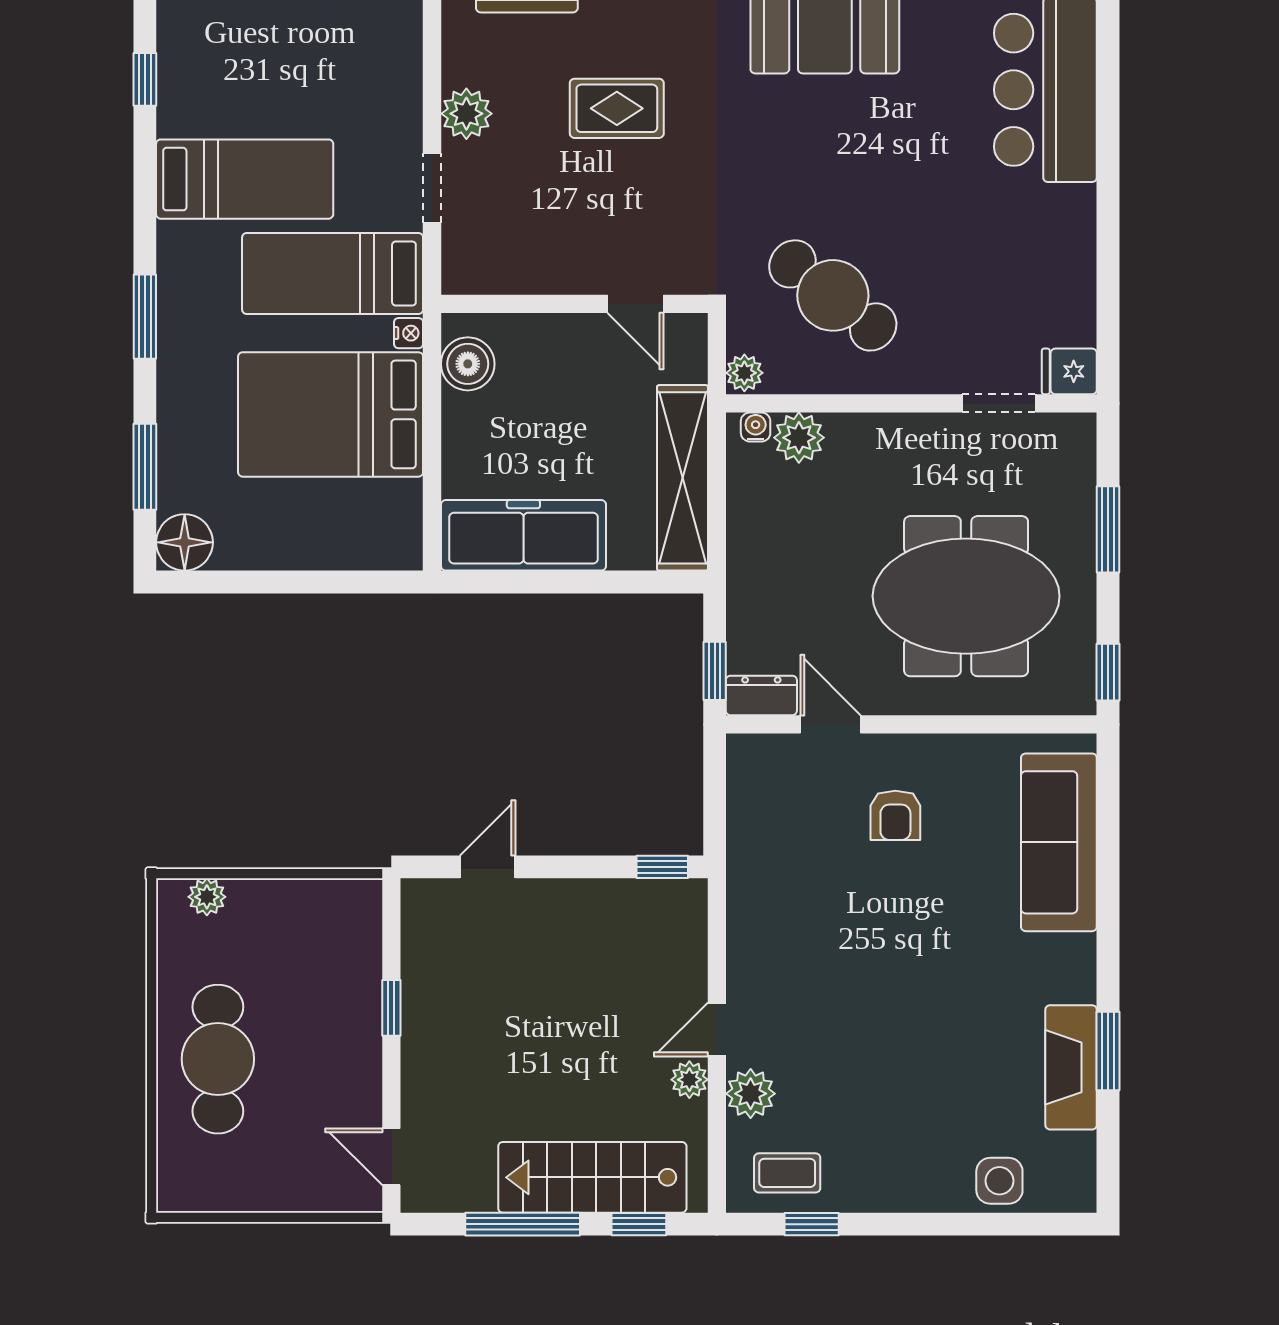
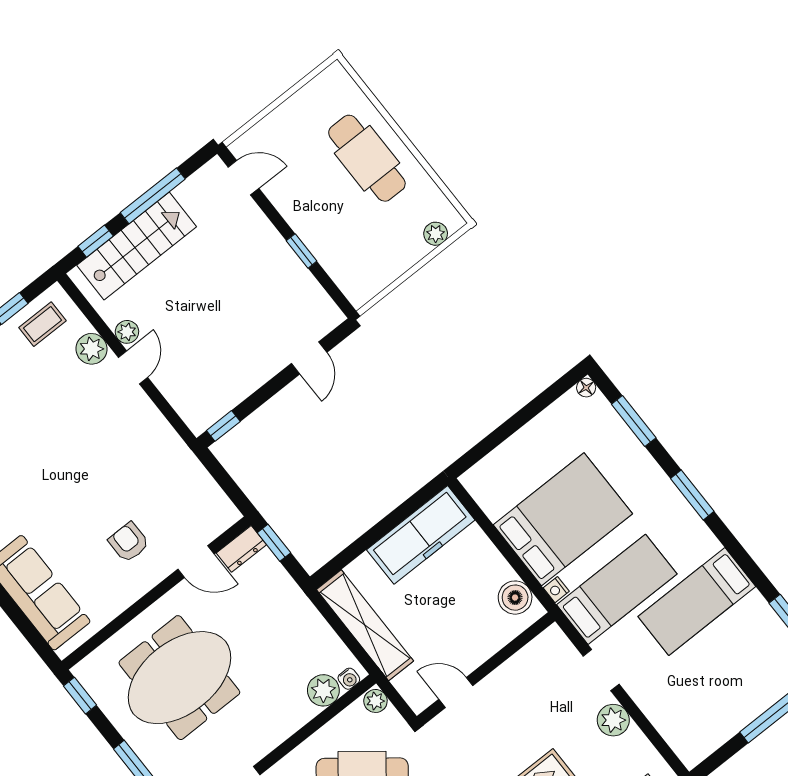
floor lamp: (185, 542) -> (586, 388), width x0.53, depth x0.53

